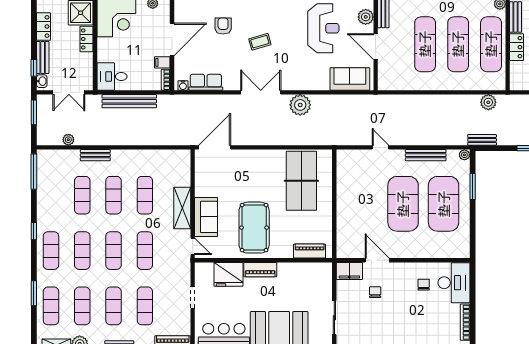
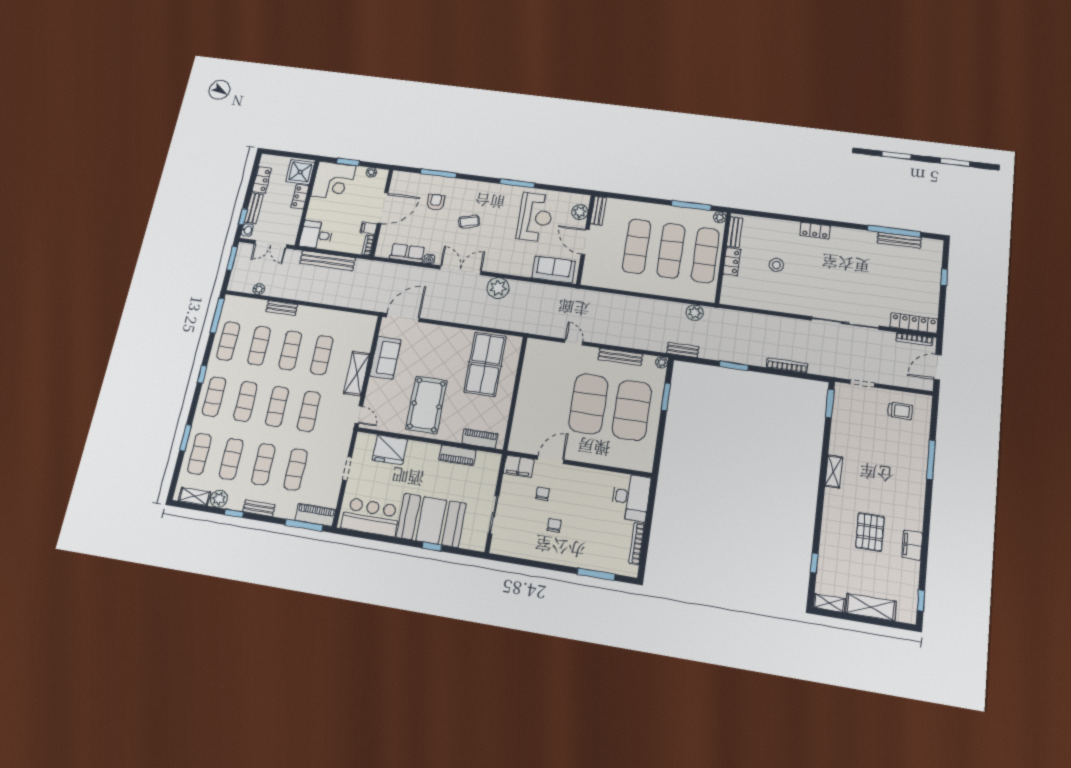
water cooler: (183, 85) -> (429, 259), moved
exercise mat: (51, 195) -> (228, 341), added
sofa: (206, 217) -> (385, 358), moved
door: (377, 260) -> (551, 460), hinge flipped
piano: (260, 270) -> (457, 455), moved
chair: (424, 285) -> (554, 525), moved

